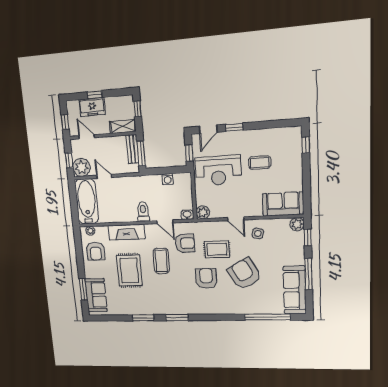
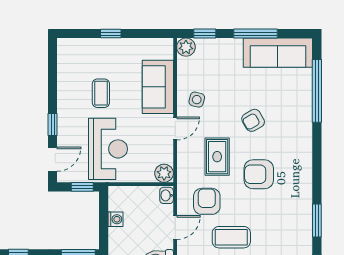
door: (208, 129) -> (53, 159), hinge flipped
window: (306, 145) -> (111, 34), moved
sofa: (283, 204) -> (158, 87), moved
armchair: (244, 274) -> (253, 120), width x0.53, depth x0.53

